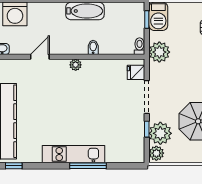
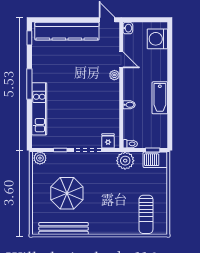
plant: (76, 65) -> (114, 75), moved
plant: (160, 133) -> (57, 161), removed
kitchen unit: (74, 154) -> (39, 109), moved
window: (88, 166) -> (29, 84), moved

